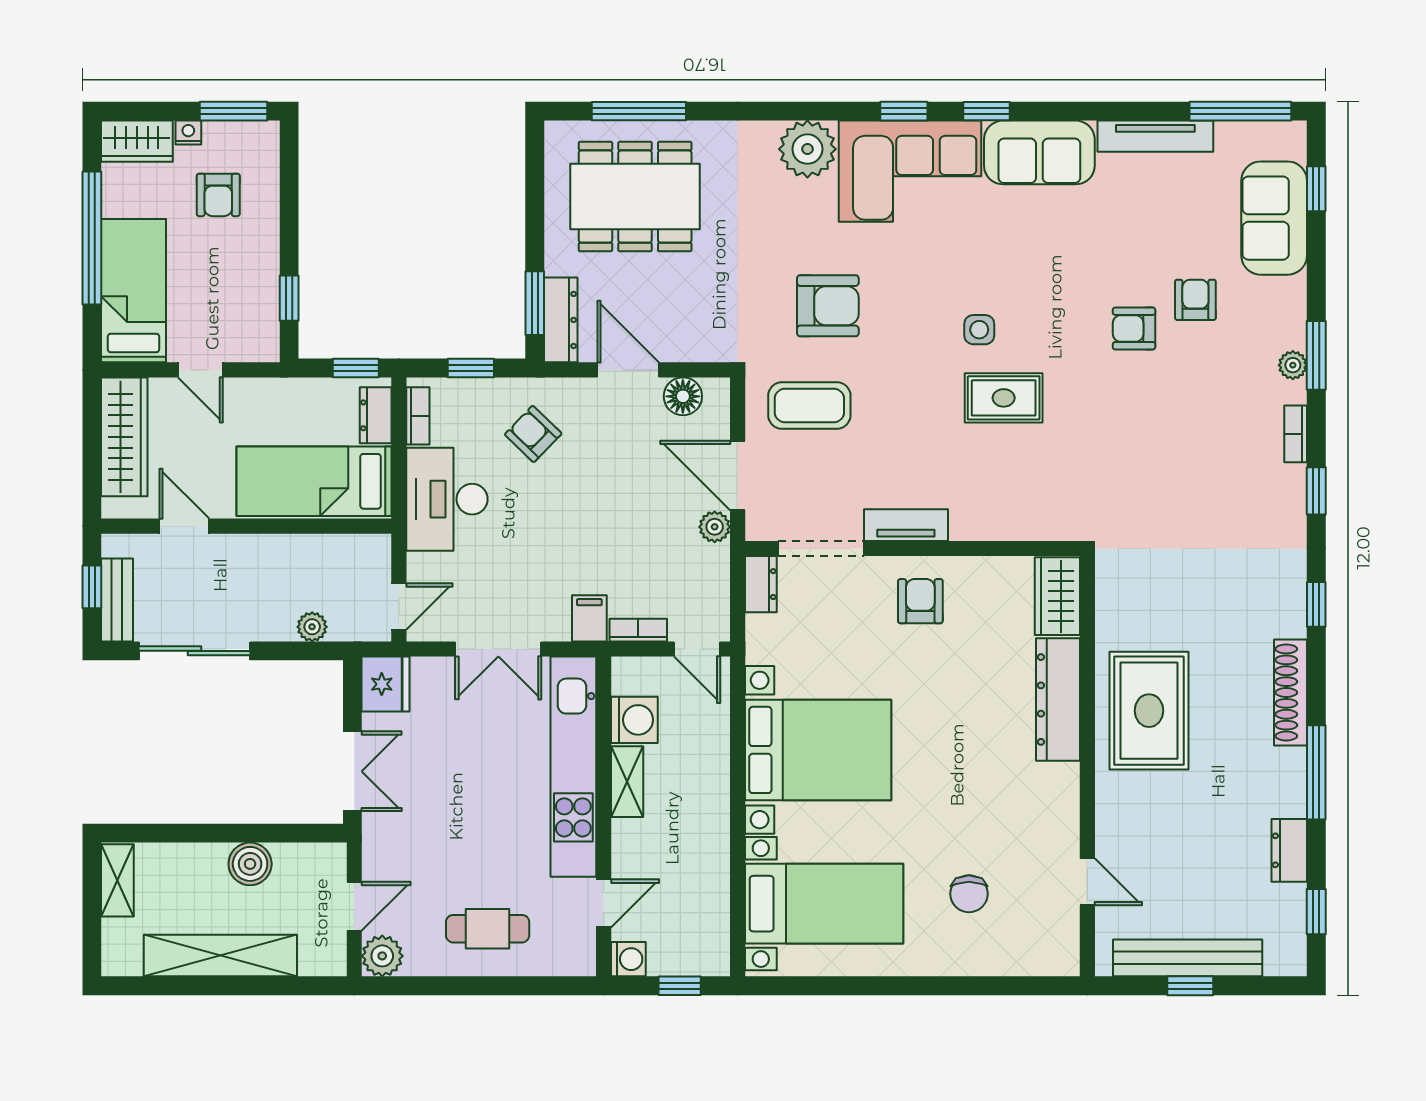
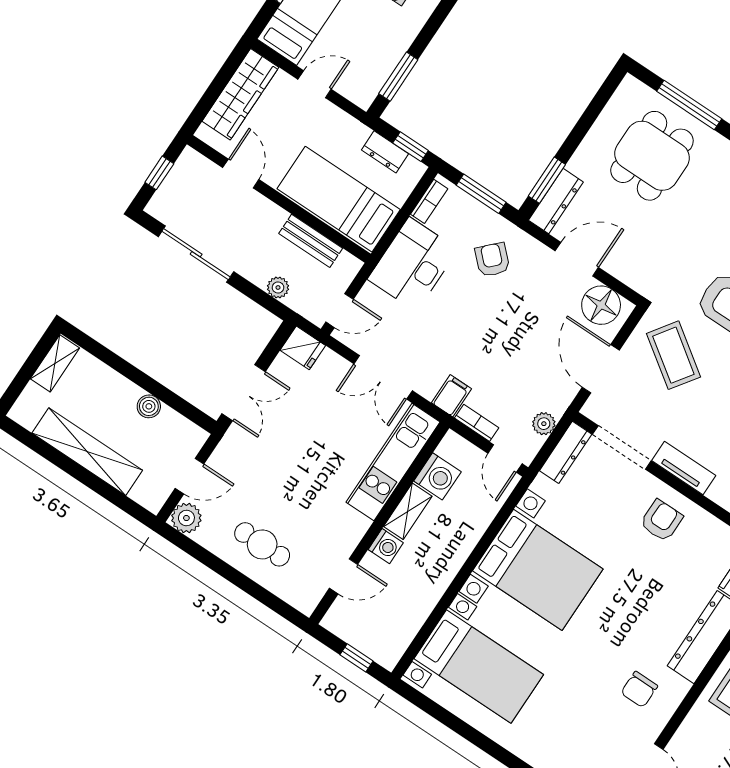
dining table: (635, 196) -> (652, 156), width x0.73
window: (289, 298) -> (398, 77), width x1.50
window: (471, 368) -> (481, 194), width x1.50
door: (200, 370) -> (315, 84), swing flipped
door: (628, 370) -> (577, 259), hinge flipped
floor lamp: (683, 396) -> (601, 305), width x1.38, depth x1.38
coffee table: (809, 405) -> (673, 355), turned 35
dresser: (376, 415) -> (385, 152), moved, turned -90
plant: (715, 527) -> (544, 424), moved
dresser: (761, 584) -> (566, 452), width x1.44
bench: (117, 600) -> (311, 241), moved, turned 90
fridge: (386, 684) -> (303, 348), width x0.72
kitchen unit: (573, 767) -> (393, 462), width x0.73
boiler: (250, 864) -> (149, 406), width x0.73, depth x0.73
chair: (969, 894) -> (639, 689), moved
washing machine: (628, 959) -> (386, 546), moved

